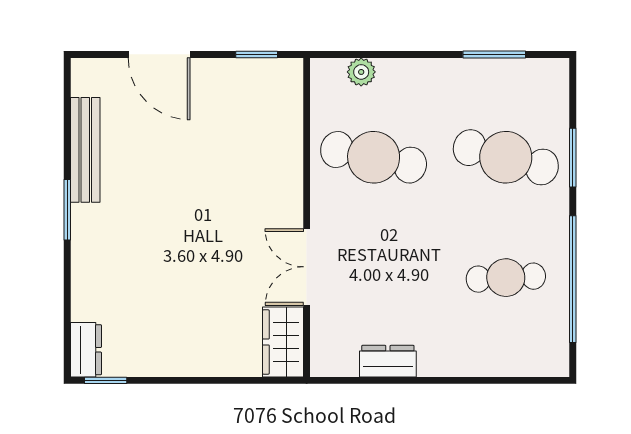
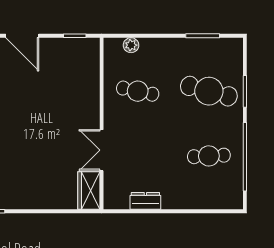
cafe table: (374, 157) -> (138, 91), width x0.73, depth x0.74

